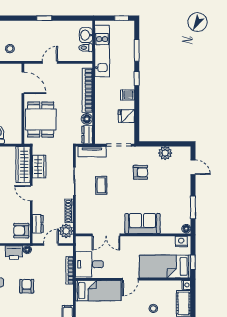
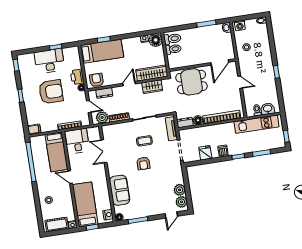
plant: (180, 153) -> (182, 202), added
armchair: (140, 172) -> (143, 163), moved
sofa: (143, 224) -> (120, 190), moved
armchair: (27, 286) -> (51, 92), width x1.88, depth x1.88

